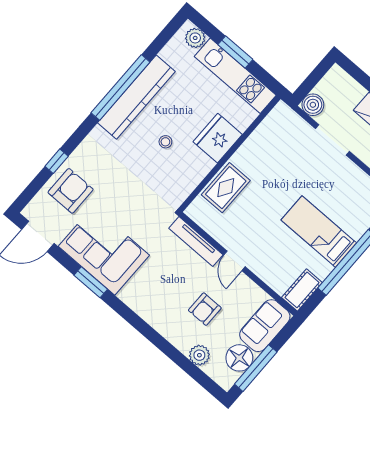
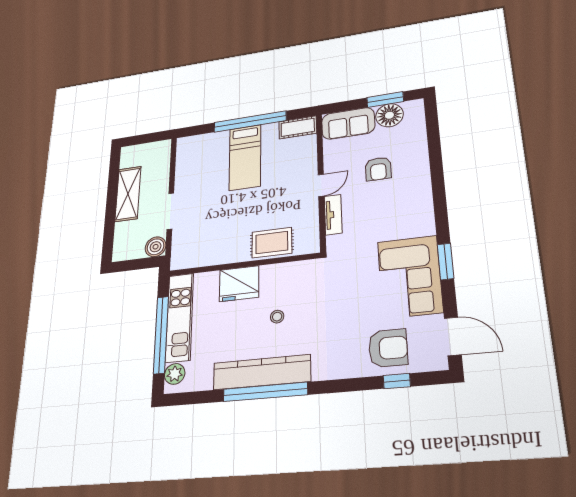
window: (235, 52) -> (161, 335), width x2.11
window: (57, 161) -> (397, 381), moved
armchair: (71, 191) -> (388, 348), turned 180
tv unit: (196, 242) -> (333, 215), width x0.71
armchair: (205, 309) -> (378, 169), turned 90
plant: (199, 355) -> (417, 139), removed
window: (256, 368) -> (385, 100), width x0.69

